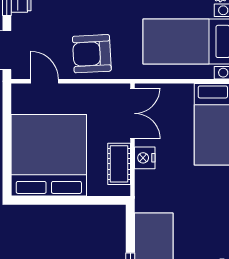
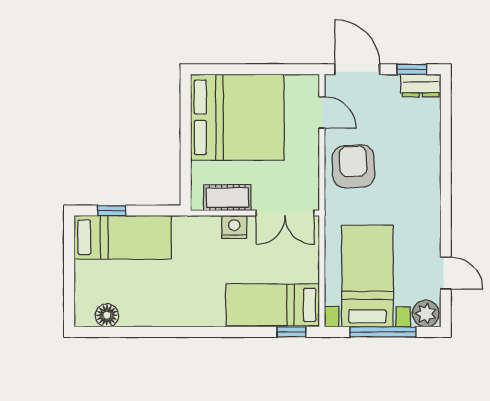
door: (45, 81) -> (322, 112), hinge flipped

